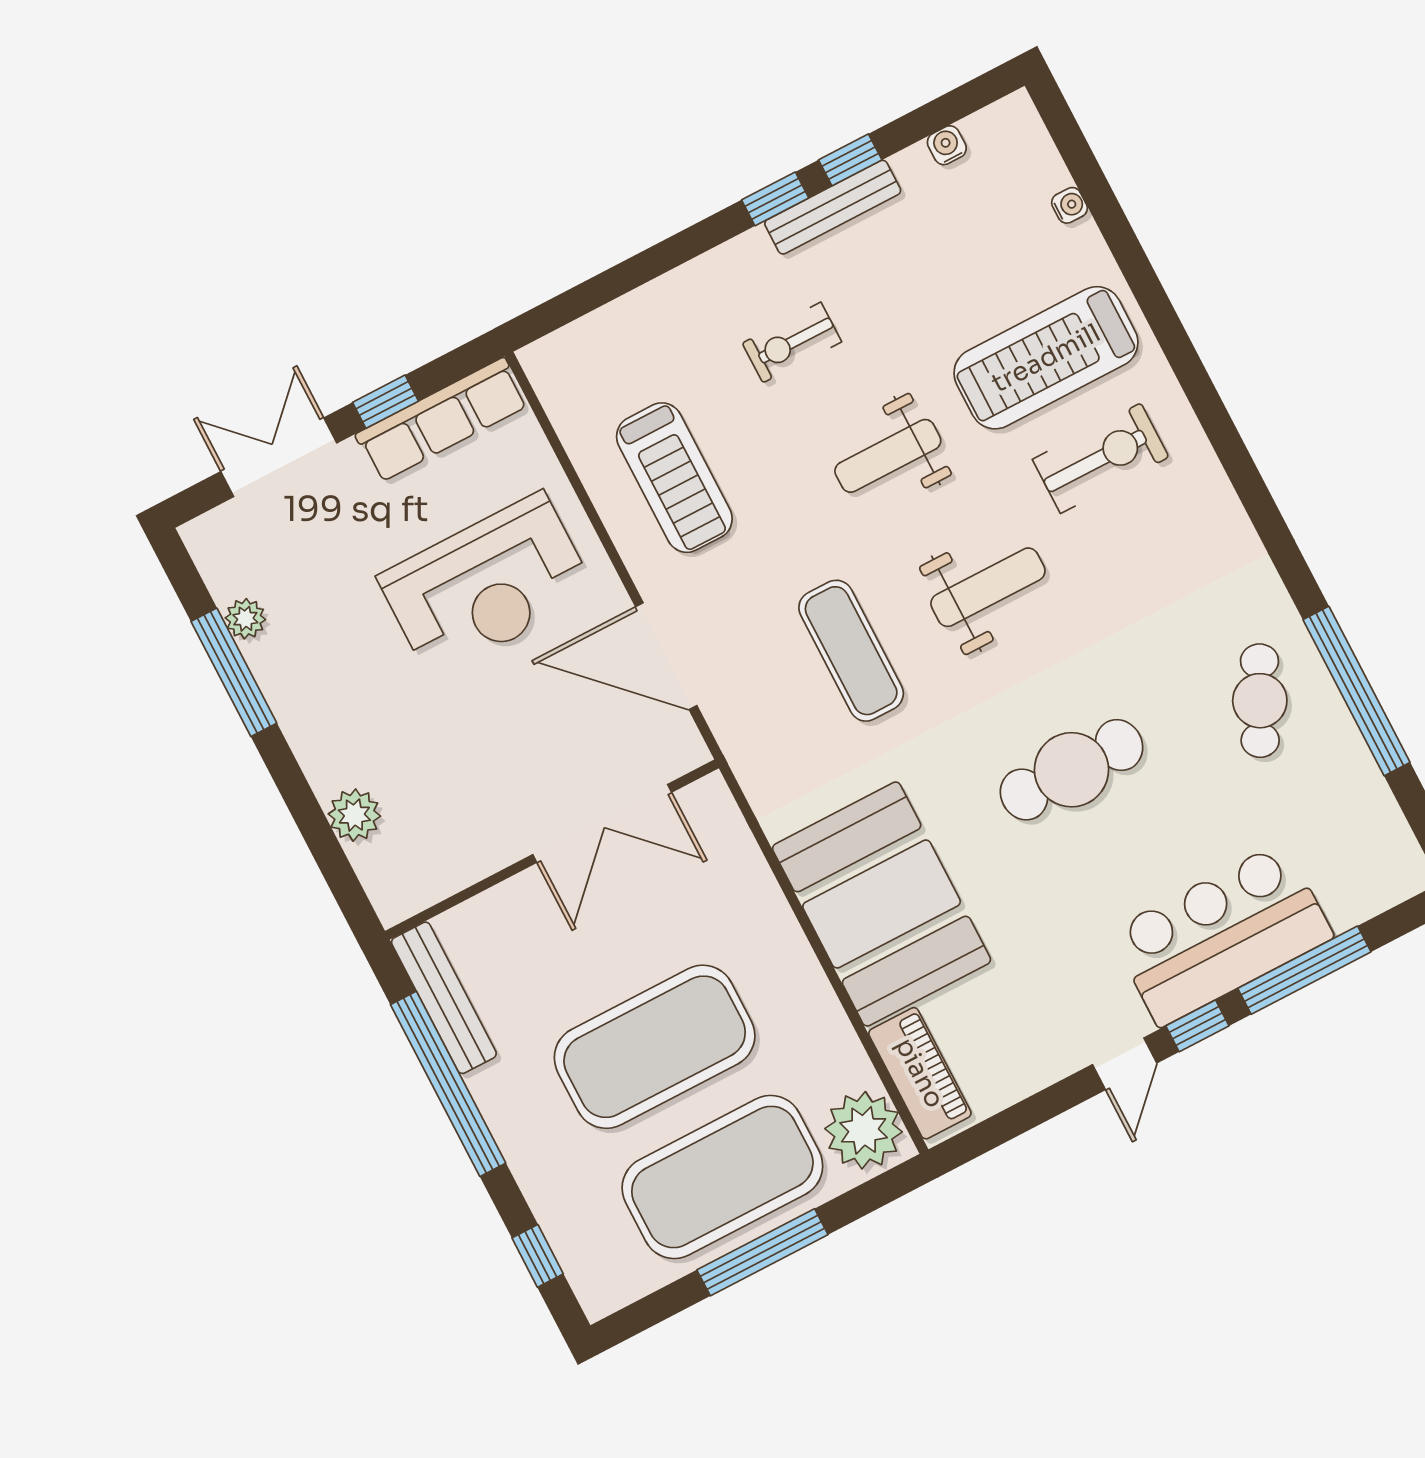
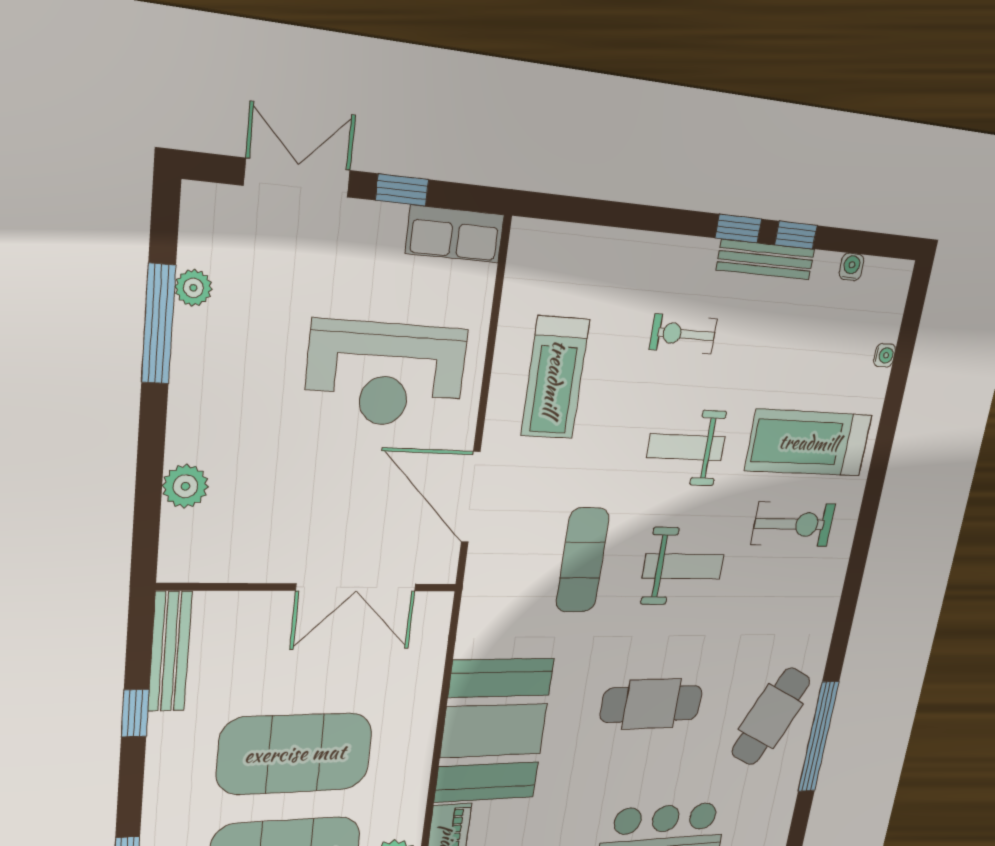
row of seats: (442, 420) -> (455, 234), width x0.68
cafe table: (1260, 701) -> (771, 716), width x1.37, depth x1.35
window: (448, 1084) -> (135, 713), width x0.32

